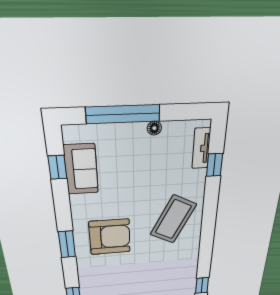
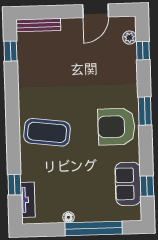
coffee table: (173, 219) -> (47, 132), turned 70
armchair: (110, 237) -> (116, 127), moved

